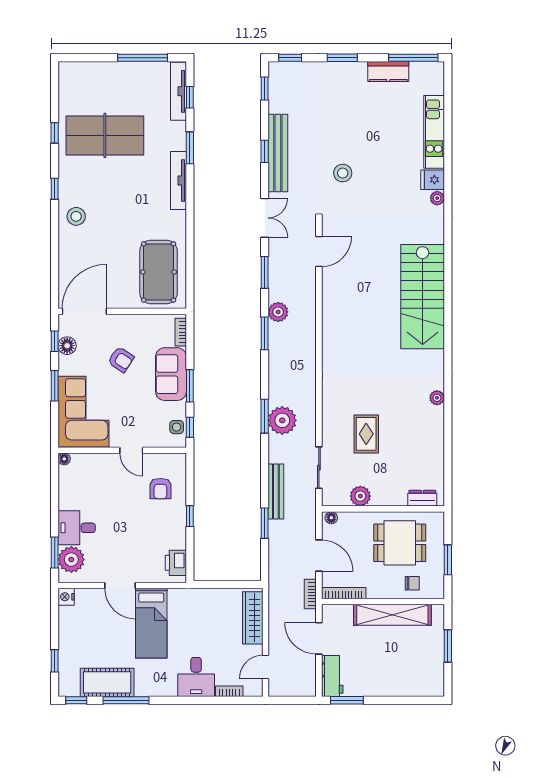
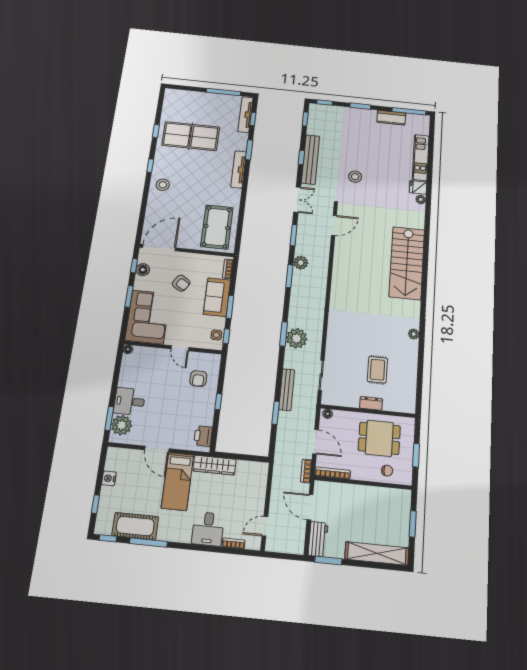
rug: (366, 434) -> (377, 370), moved
plant: (360, 496) -> (351, 400), removed
dresser: (422, 498) -> (371, 403), moved
nightstand: (66, 597) -> (109, 478), moved
shelving: (392, 615) -> (377, 553), moved
wardrobe: (253, 618) -> (214, 465), moved, turned -90

